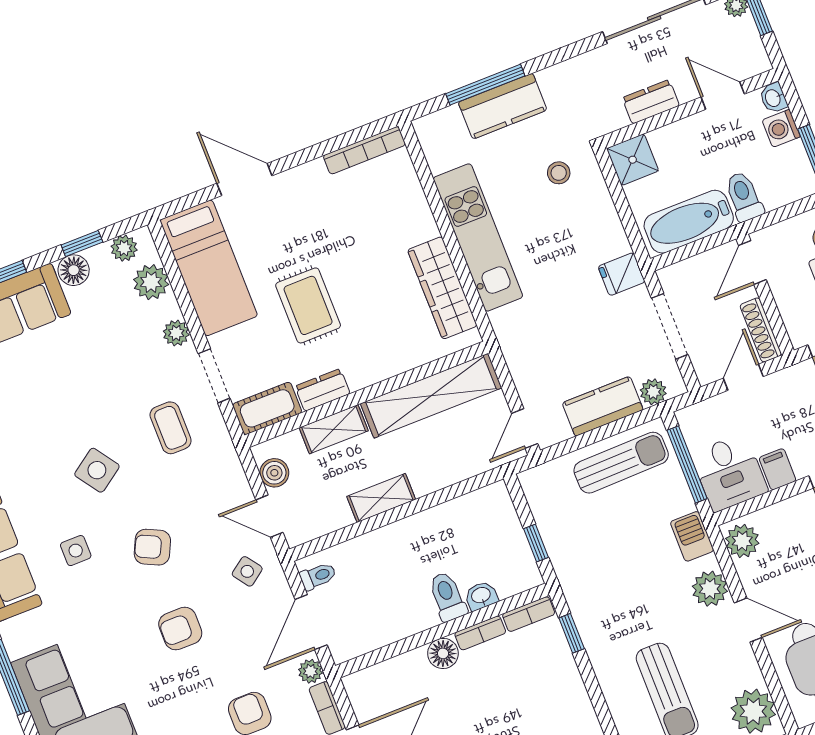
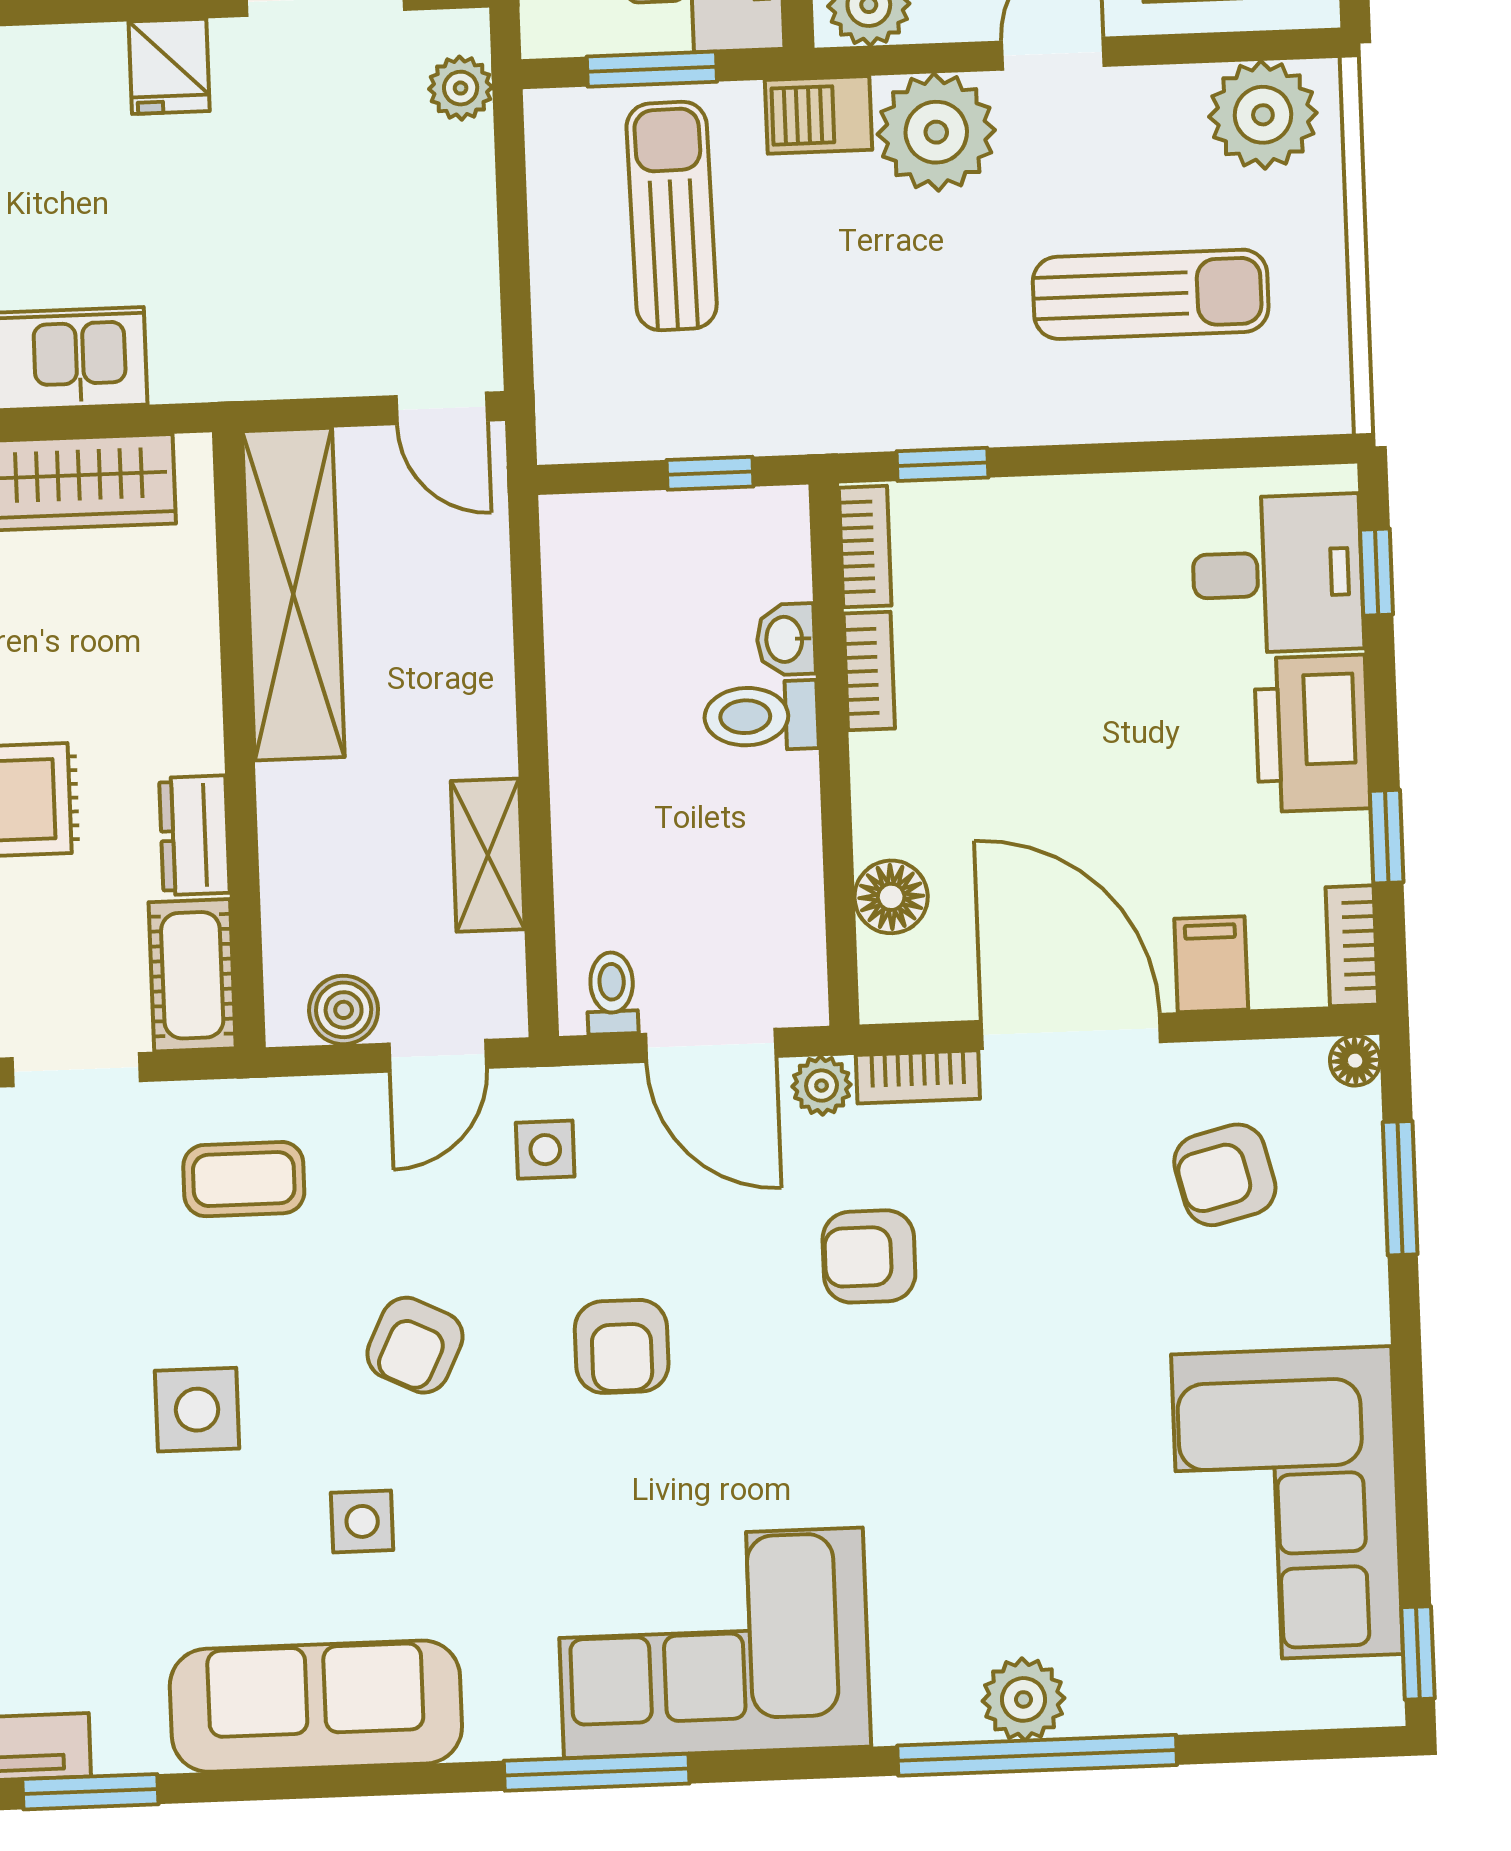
kitchen counter: (603, 406) -> (453, 214), removed
coffee table: (171, 428) -> (244, 1179), moved
shelving: (334, 429) -> (292, 841), removed
sun lounger: (621, 463) -> (672, 216), moved
window: (687, 464) -> (652, 69), width x0.69
side table: (97, 470) -> (197, 1410), turned 35
shelving: (381, 498) -> (488, 855), moved
side table: (247, 571) -> (545, 1150), turned 36
plant: (710, 589) -> (936, 132), width x1.36, depth x1.36
floor lamp: (443, 653) -> (891, 897), moved

